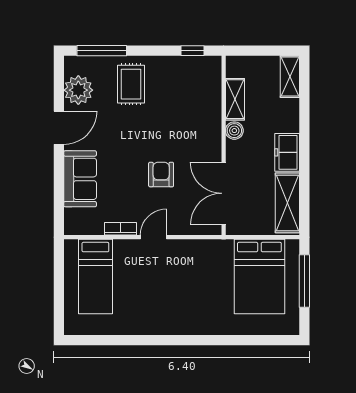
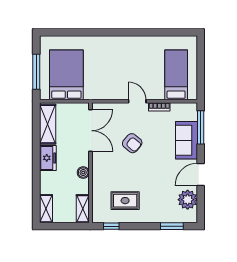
window: (102, 51) -> (172, 226), width x0.69
rug: (131, 84) -> (125, 201), moved, turned 90
shelving: (235, 99) -> (83, 209), moved
armchair: (161, 174) -> (132, 143), turned -50
window: (59, 198) -> (201, 127), added
door: (154, 237) -> (137, 101), swing flipped

